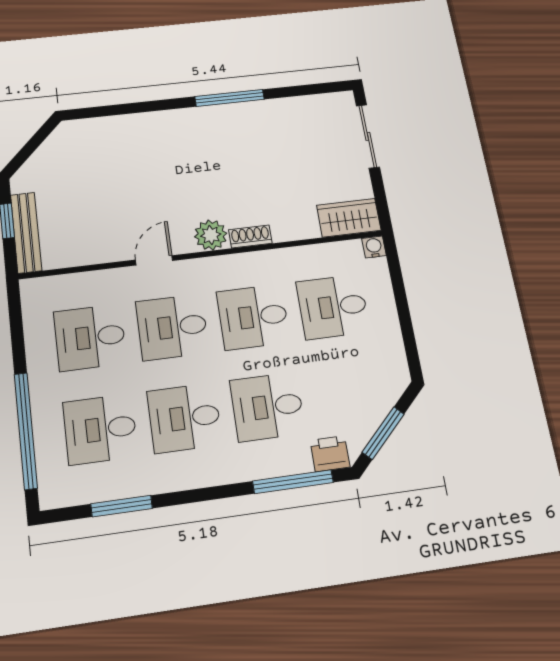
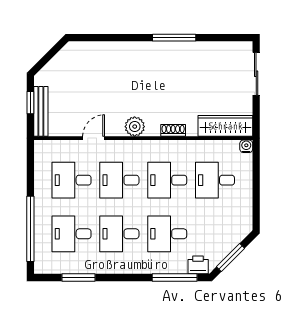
wardrobe: (349, 218) -> (225, 126), width x1.50
plant: (211, 235) -> (135, 127), moved
door: (154, 260) -> (94, 138), moved

